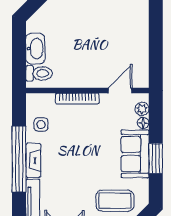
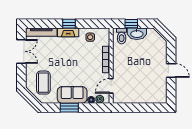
window: (19, 58) -> (131, 24), added
door: (120, 90) -> (111, 86), swing flipped
window: (19, 159) -> (69, 24), width x0.32

